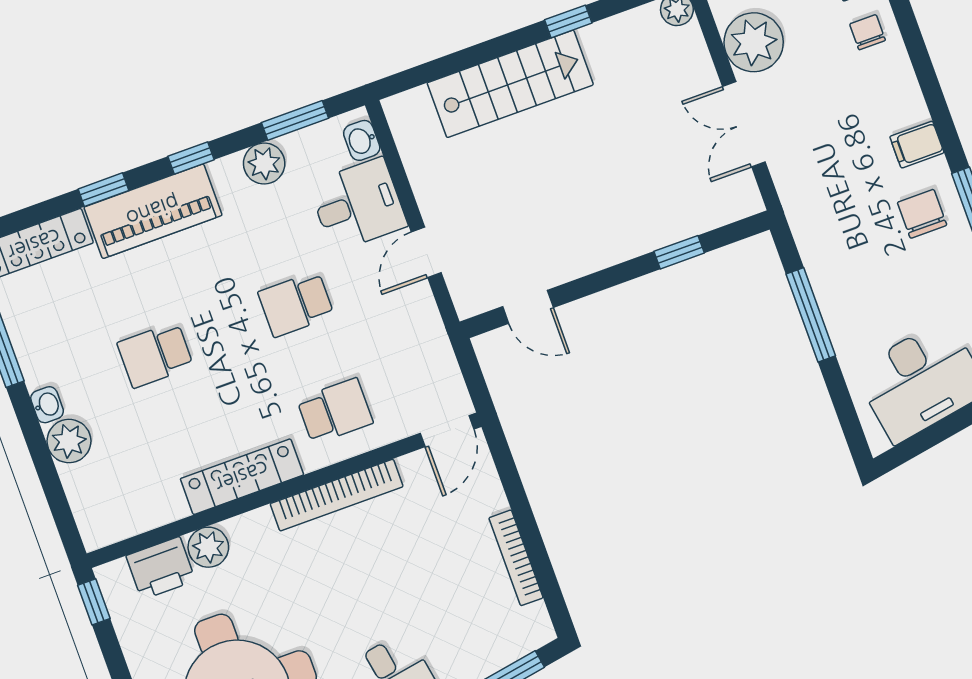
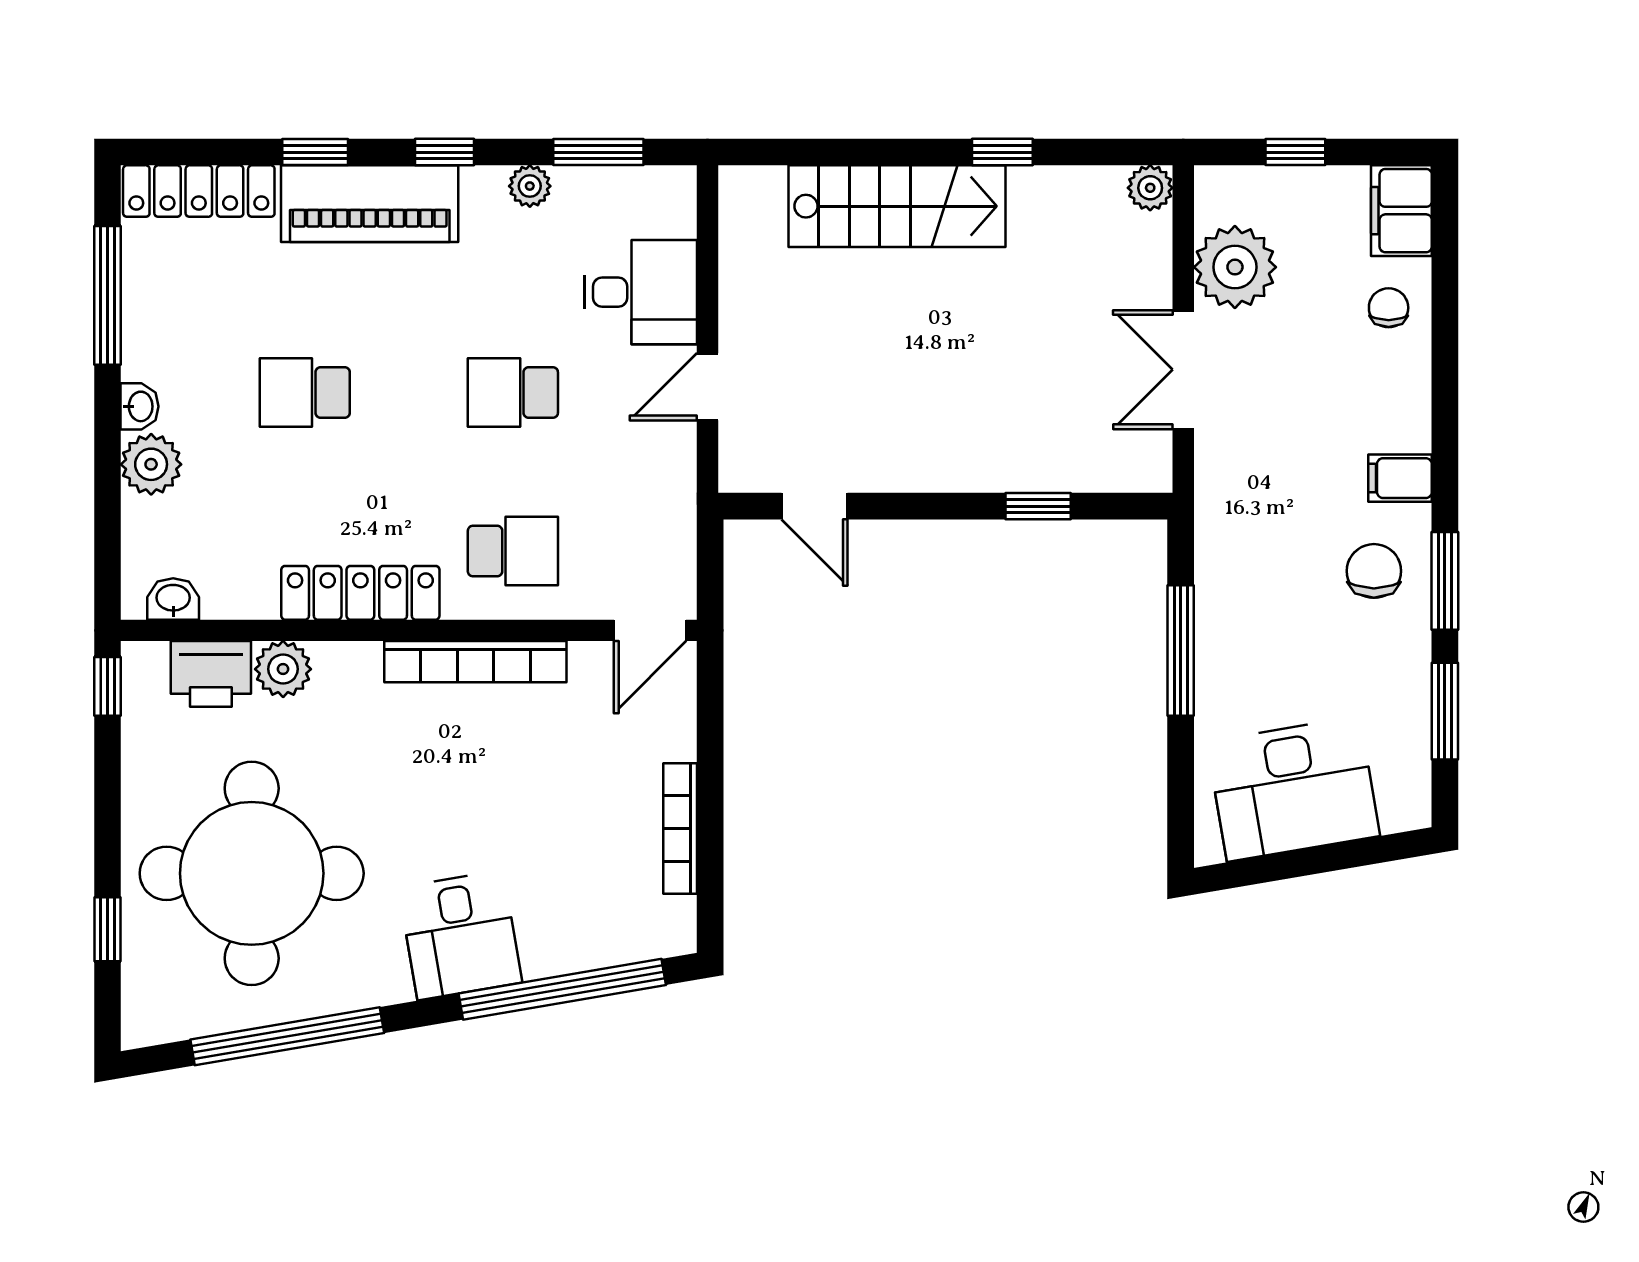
washbasin: (362, 140) -> (173, 599), moved, turned 90
plant: (264, 163) -> (530, 186), width x0.73, depth x0.73

